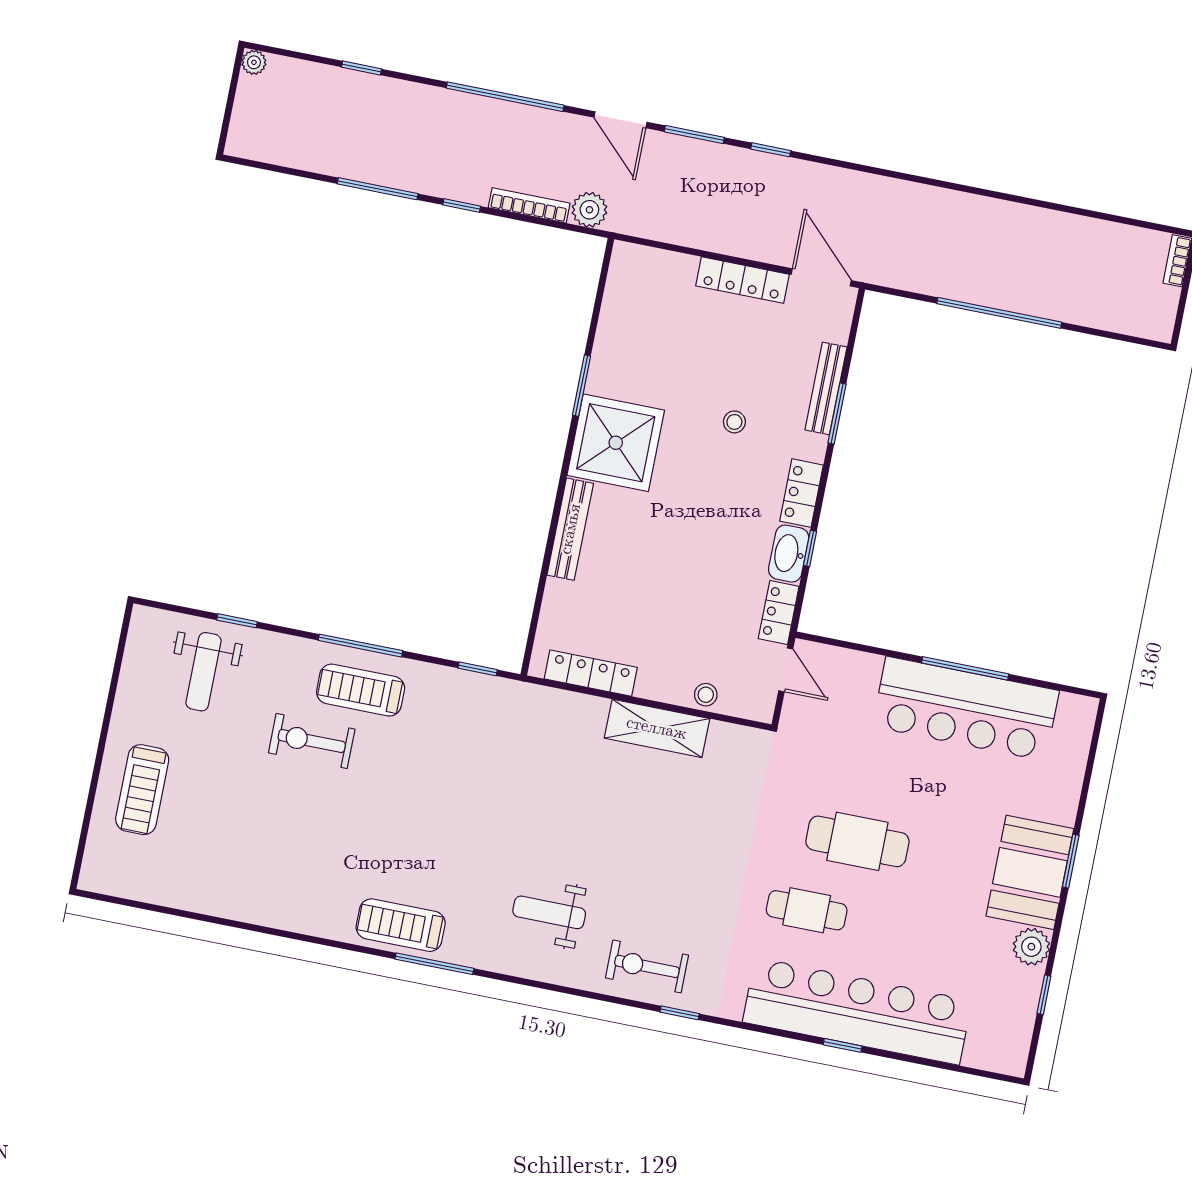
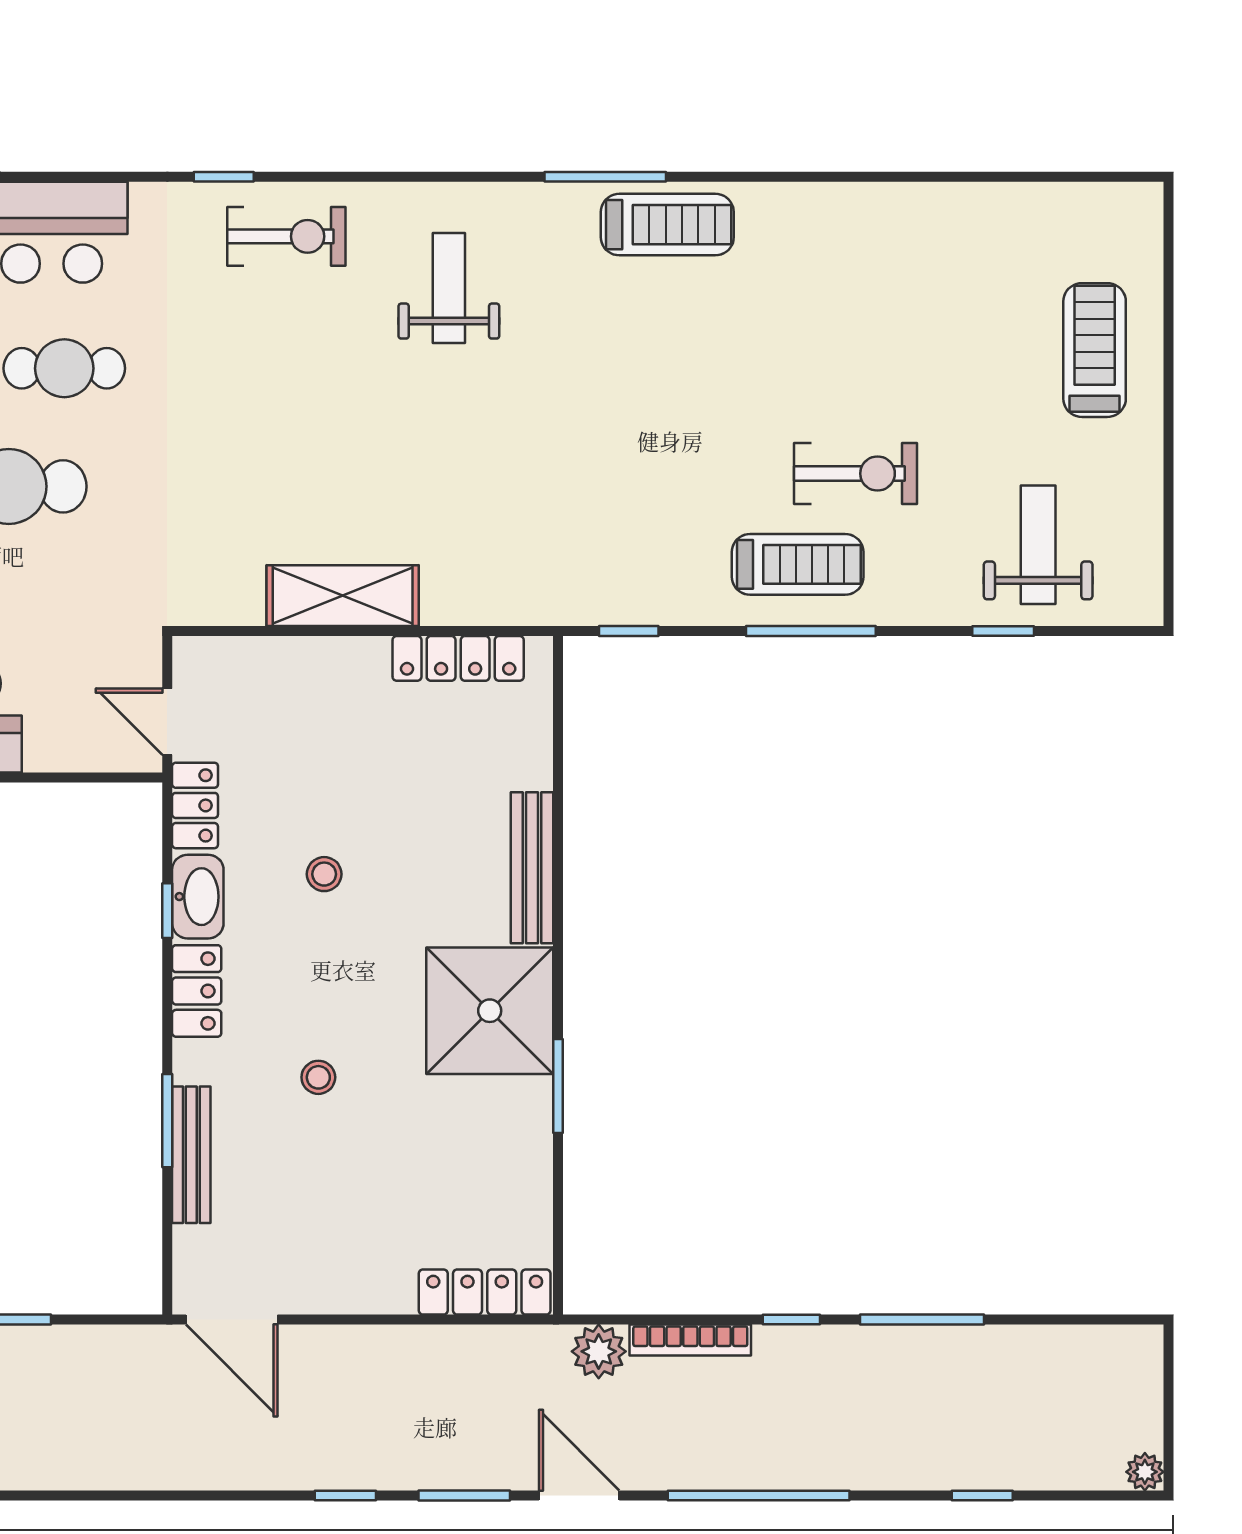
locker: (743, 280) -> (485, 1292), moved
stool: (706, 695) -> (324, 874), moved
weight bench: (549, 912) -> (449, 288), turned -90

